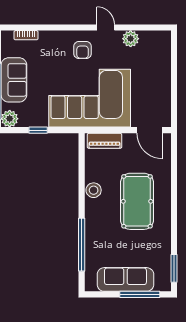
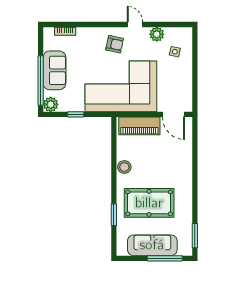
armchair: (83, 50) -> (115, 44), turned -78
side table: (151, 59) -> (175, 52), added
piano: (105, 141) -> (139, 126), width x1.37, depth x1.33
pool table: (137, 201) -> (149, 203), moved, turned 90
window: (82, 245) -> (114, 215), width x0.47

